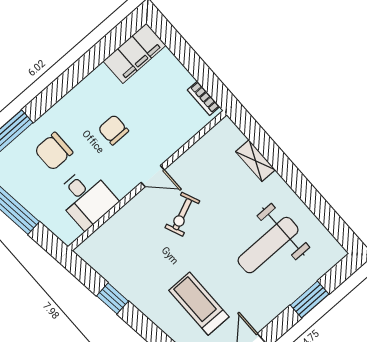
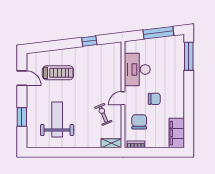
chair: (54, 151) -> (139, 122), moved
shelving: (255, 161) -> (111, 143), moved
desk: (86, 198) -> (137, 69), width x1.37
exercise bike: (182, 214) -> (103, 114), moved

